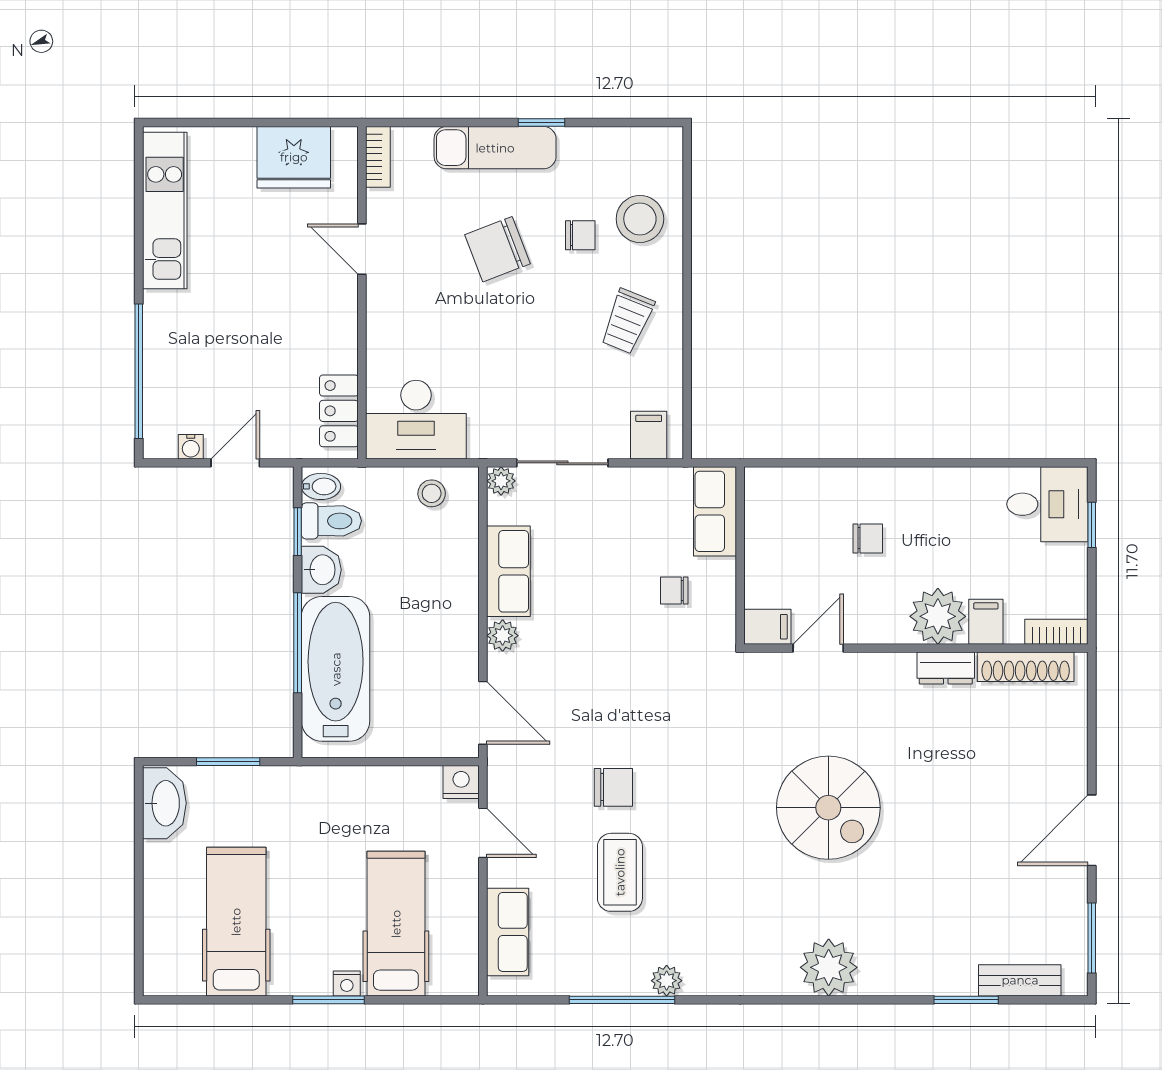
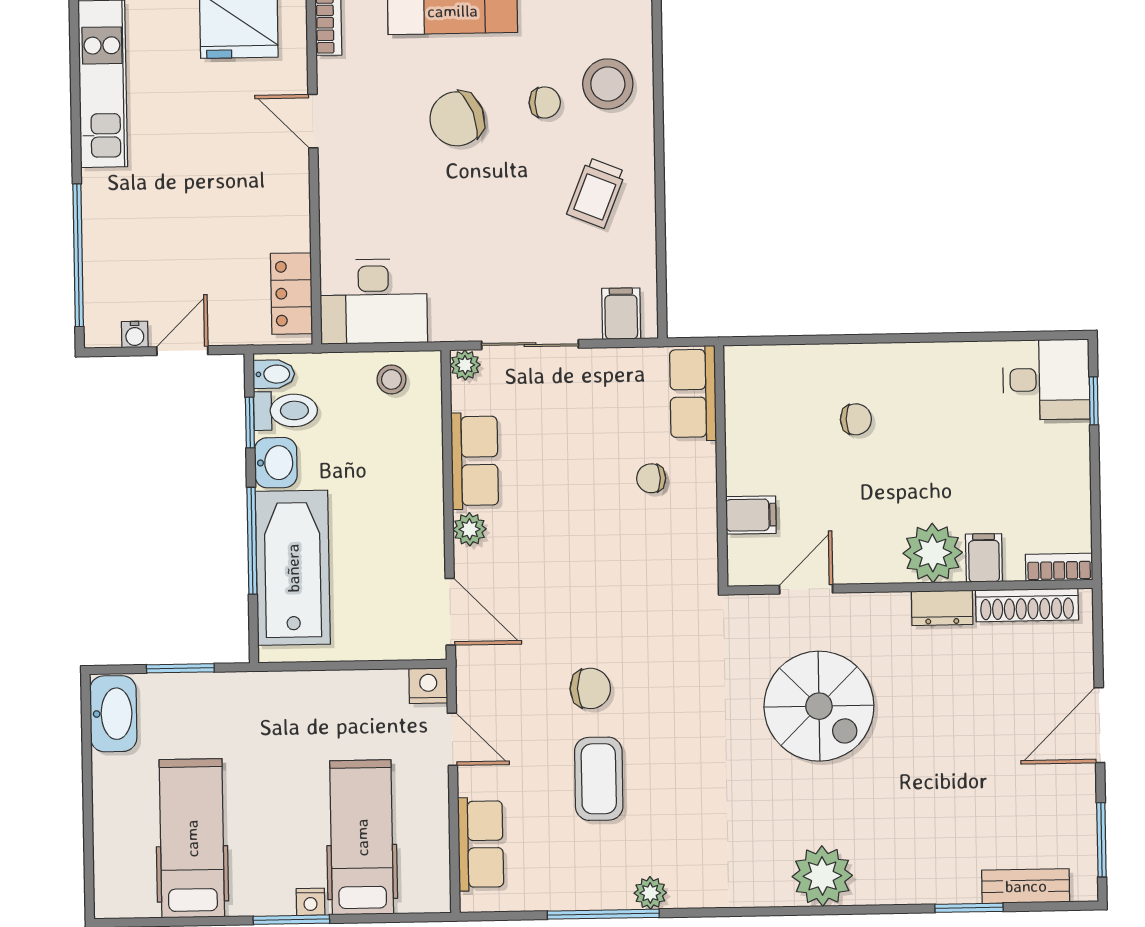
plant: (938, 616) -> (933, 553), moved
filing cabinet: (986, 622) -> (984, 558), moved
bookcase: (1056, 632) -> (1059, 567), moved
door: (818, 648) -> (806, 589), moved
wall: (916, 648) -> (910, 587), moved
shoe rack: (1026, 667) -> (1027, 605), moved
dresser: (946, 668) -> (942, 608), moved

